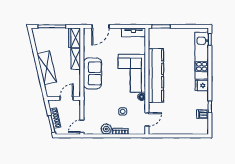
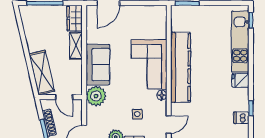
tv unit: (133, 32) -> (151, 11), removed
shelving: (47, 68) -> (42, 72), moved
door: (67, 98) -> (64, 97), swing flipped
plant: (91, 98) -> (96, 96), added

